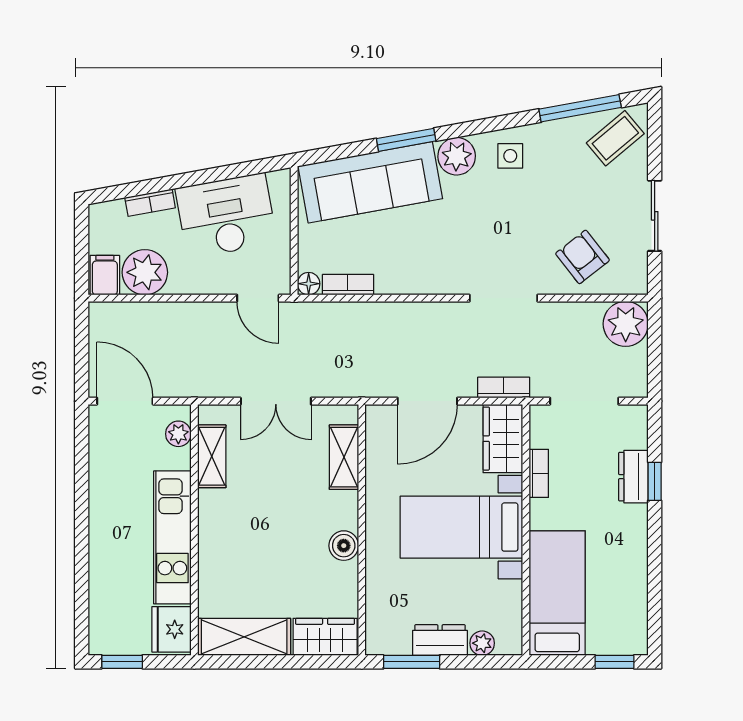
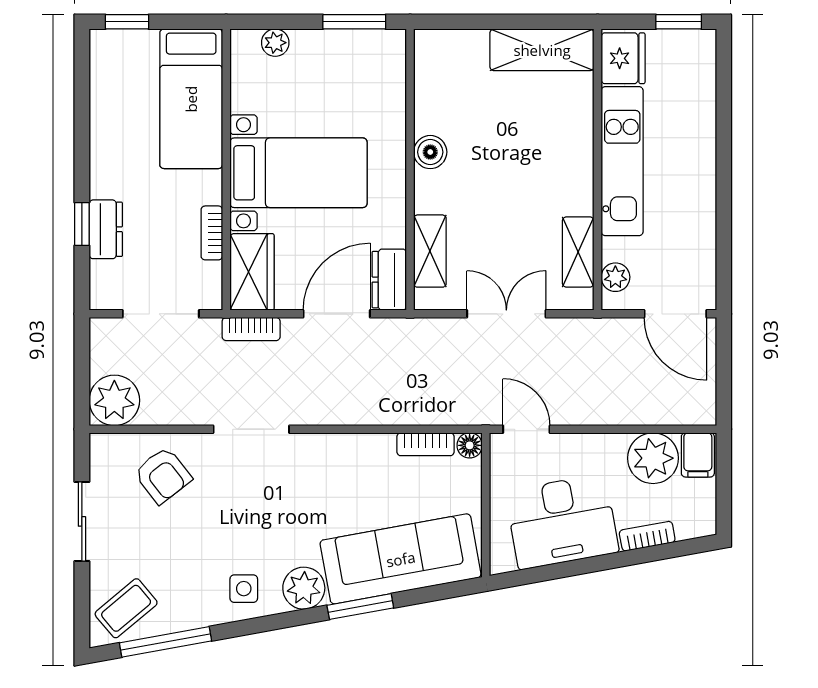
wardrobe: (325, 637) -> (451, 50), removed
dresser: (440, 640) -> (389, 280), moved, turned 90

